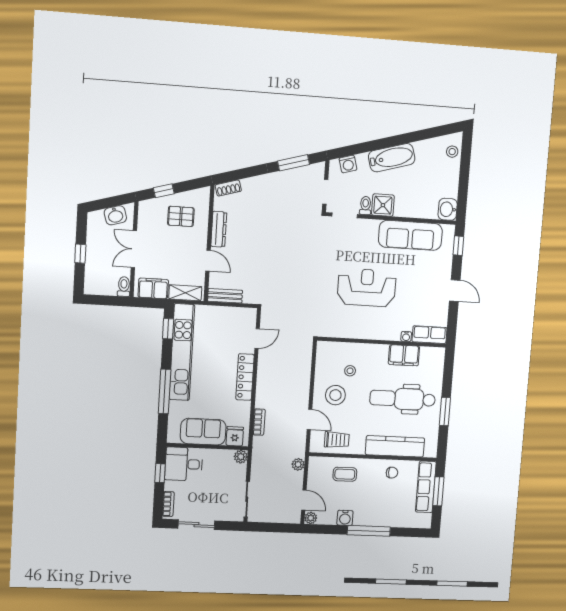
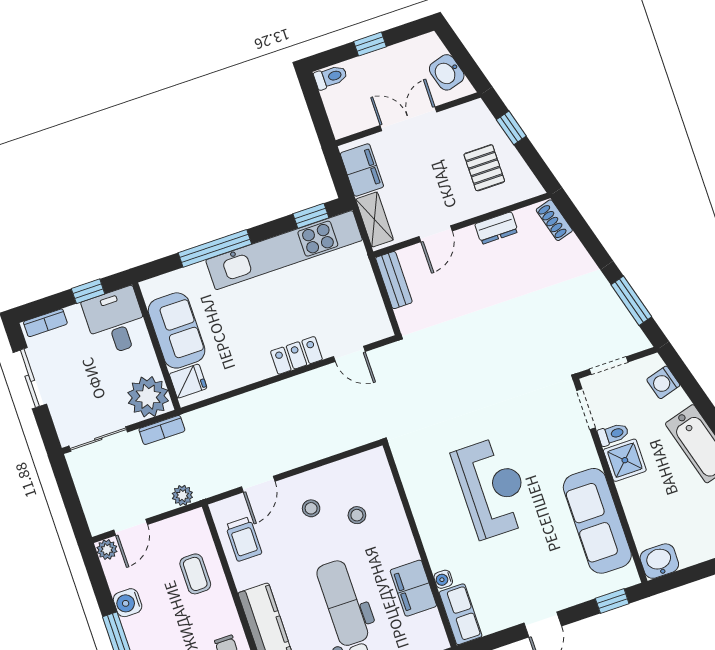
dresser: (219, 229) -> (496, 228), width x0.70
toilet: (124, 287) -> (331, 77), moved
locker: (245, 377) -> (296, 355), width x0.66
stool: (335, 395) -> (311, 508), width x0.53, depth x0.53
bookcase: (259, 422) -> (162, 430), moved
plant: (241, 457) -> (148, 397), width x1.88, depth x1.88

